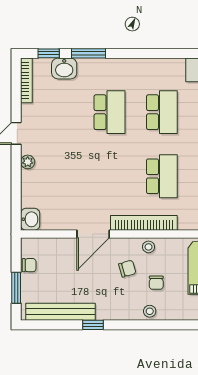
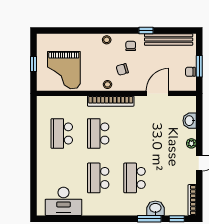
washbasin: (64, 68) -> (155, 208), moved
washbasin: (30, 219) -> (190, 121), moved
door: (93, 234) -> (158, 93), moved
chair: (156, 283) -> (131, 46), moved
window: (16, 288) -> (199, 66), moved

